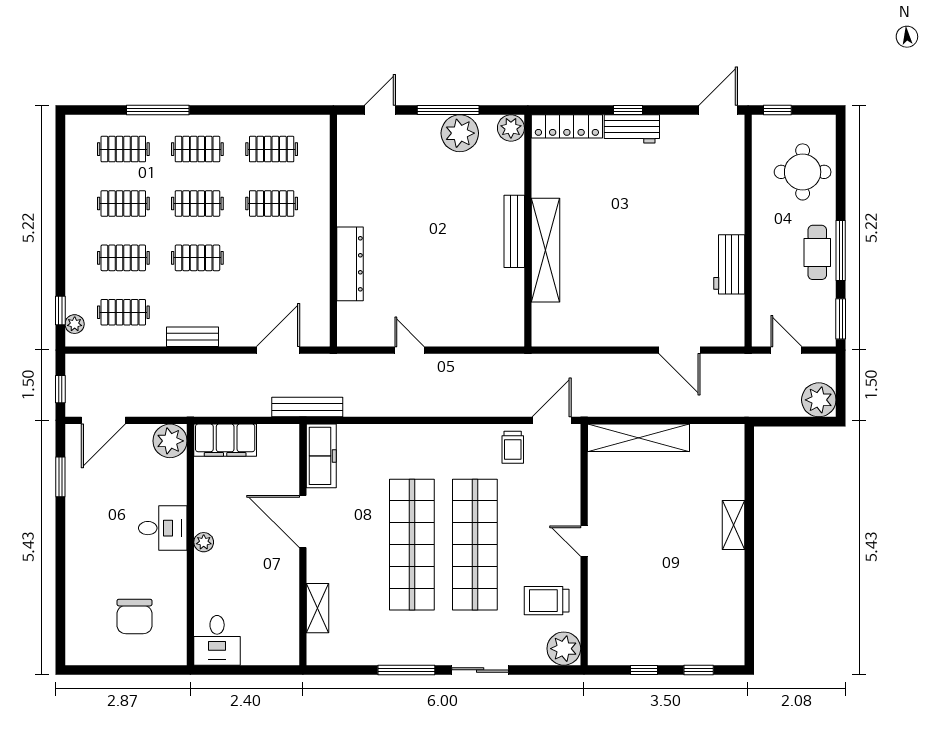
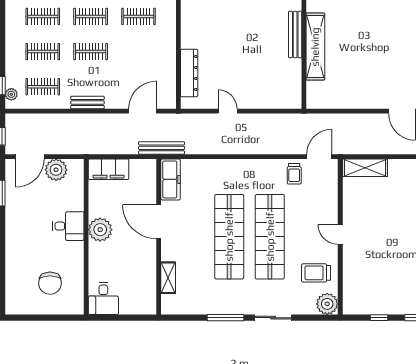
dresser: (350, 264) -> (189, 73), moved
shelving: (638, 438) -> (365, 168), width x0.68
plant: (170, 441) -> (56, 170), moved
plant: (204, 542) -> (100, 230), width x1.88, depth x1.88

